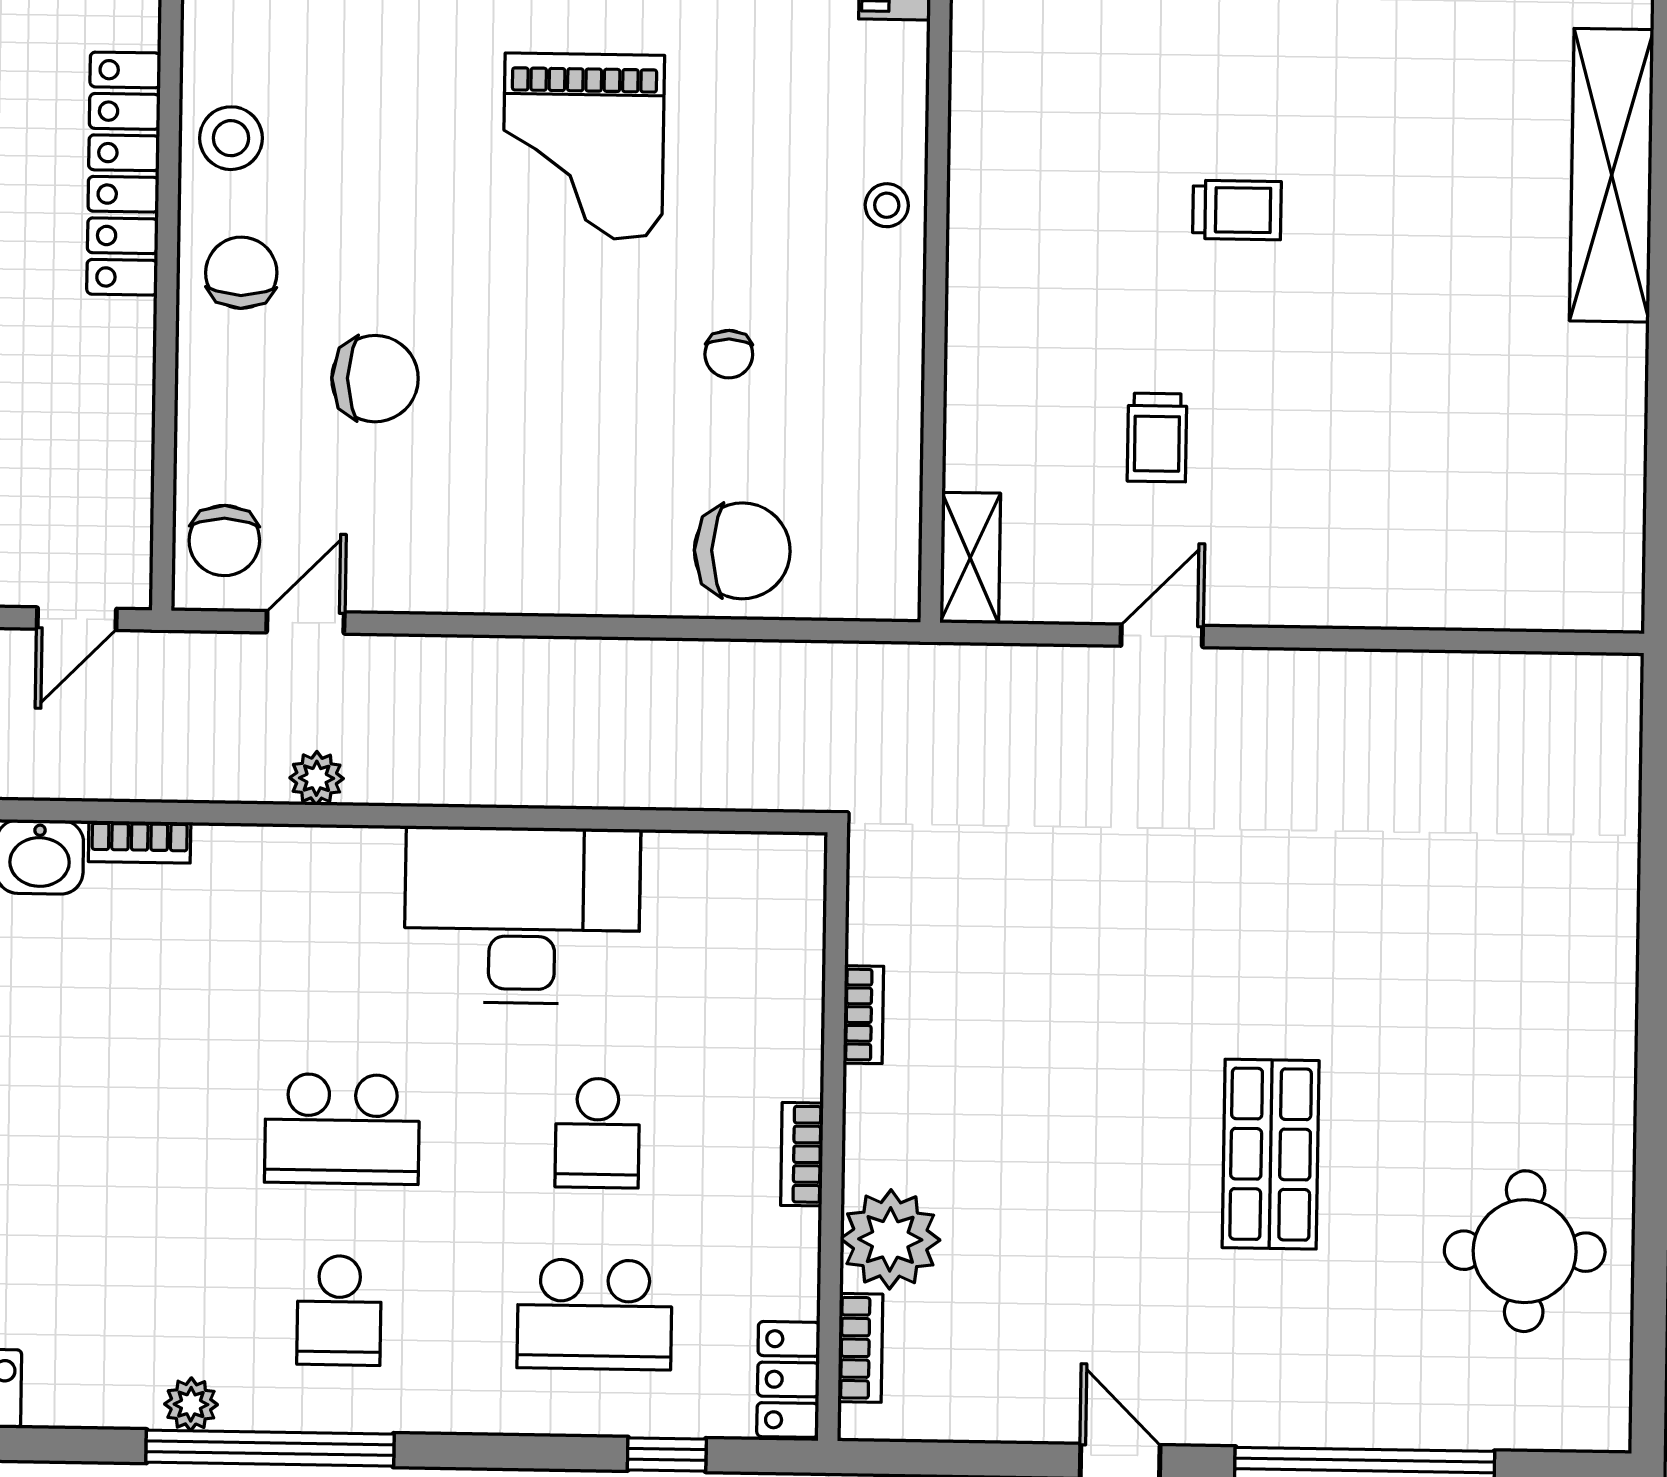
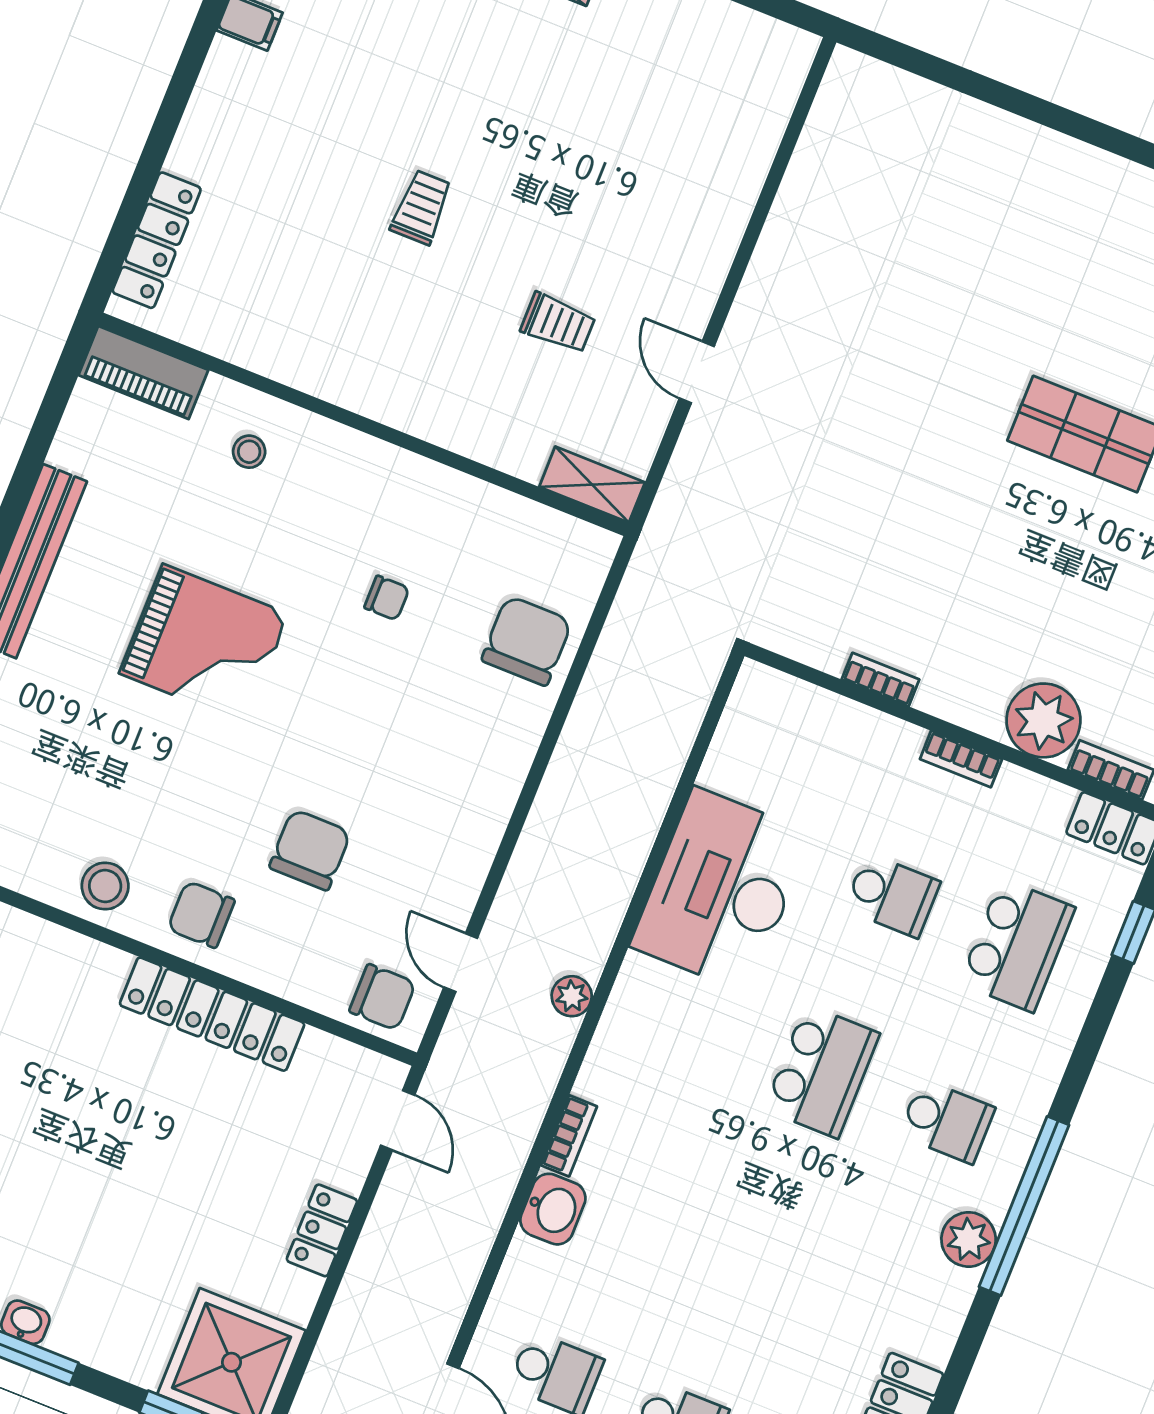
locker: (124, 174) -> (212, 1014), moved
stool: (887, 205) -> (249, 452), moved
plant: (191, 1404) -> (969, 1239), width x1.38, depth x1.38

